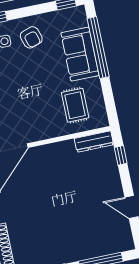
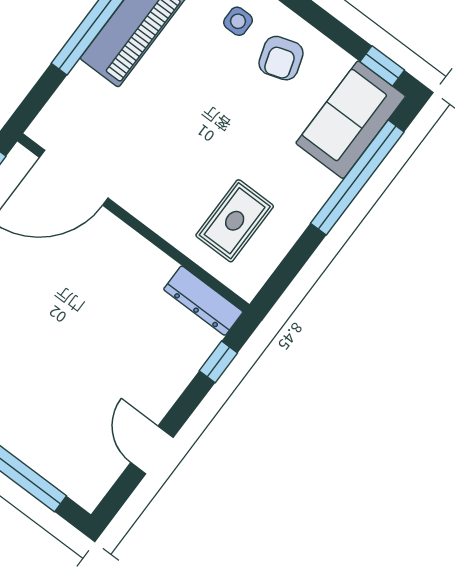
sofa: (80, 54) -> (351, 120), moved

